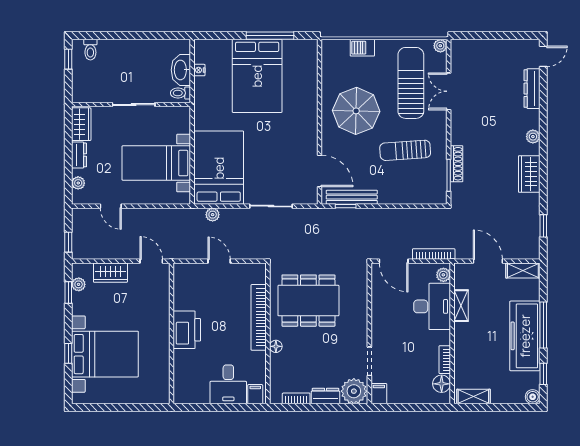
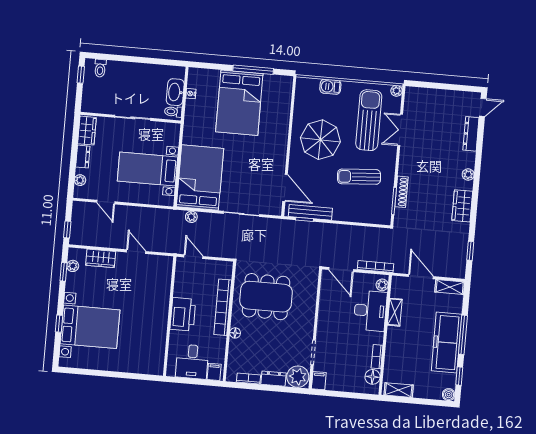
printer: (187, 330) -> (183, 314), moved
wall: (172, 333) -> (170, 316), moved

